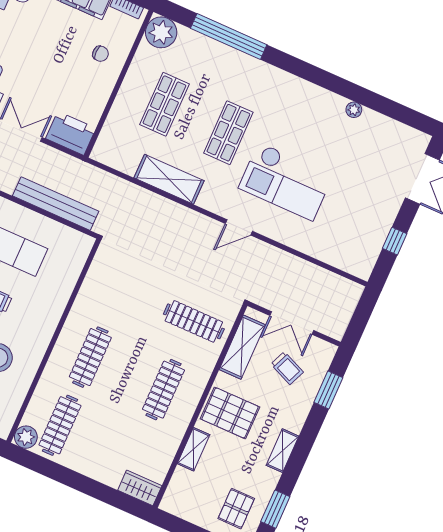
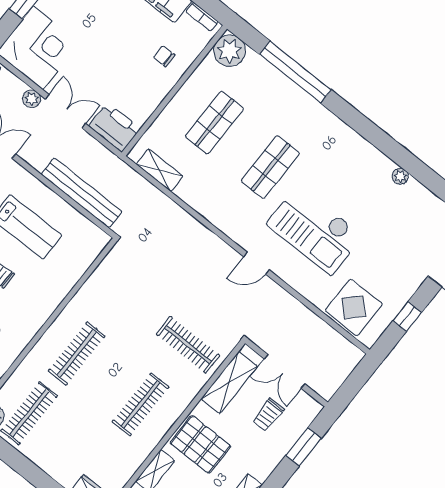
chair: (100, 54) -> (164, 56), turned 180
shelving: (169, 179) -> (160, 170), moved, width x0.67, depth x0.75
display table: (342, 245) -> (354, 307), added
trolley: (287, 368) -> (268, 415), turned 67

